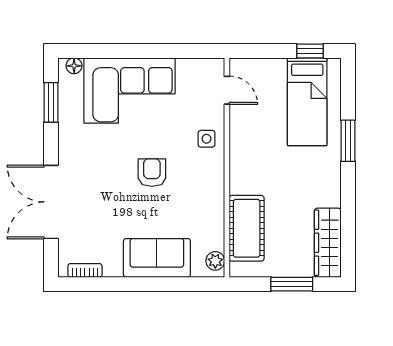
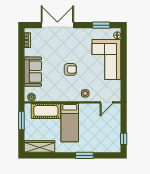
bed: (307, 102) -> (70, 123), moved, turned -90
window: (292, 284) -> (21, 120), moved

